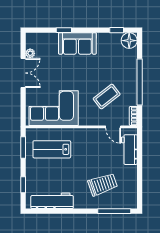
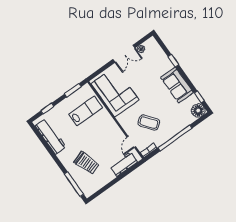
sofa: (77, 43) -> (177, 85), moved
lab bench: (52, 149) -> (86, 111), turned 90

